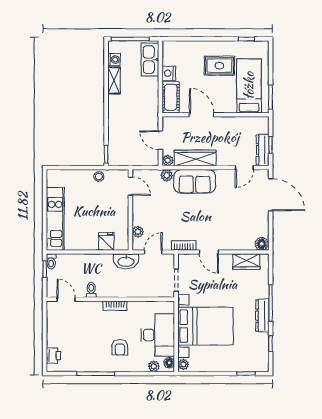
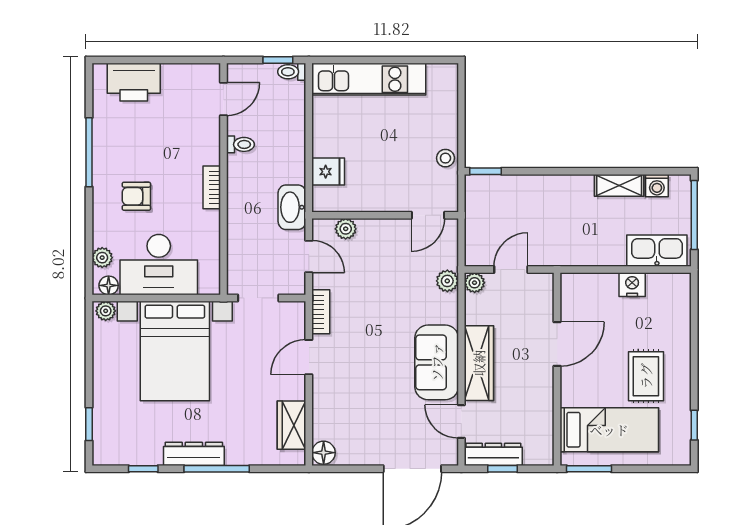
cot: (171, 97) -> (589, 288), removed
wardrobe: (195, 158) -> (479, 363), moved
sofa: (195, 181) -> (437, 362), moved
printer: (53, 356) -> (134, 82), width x1.87, depth x1.48

